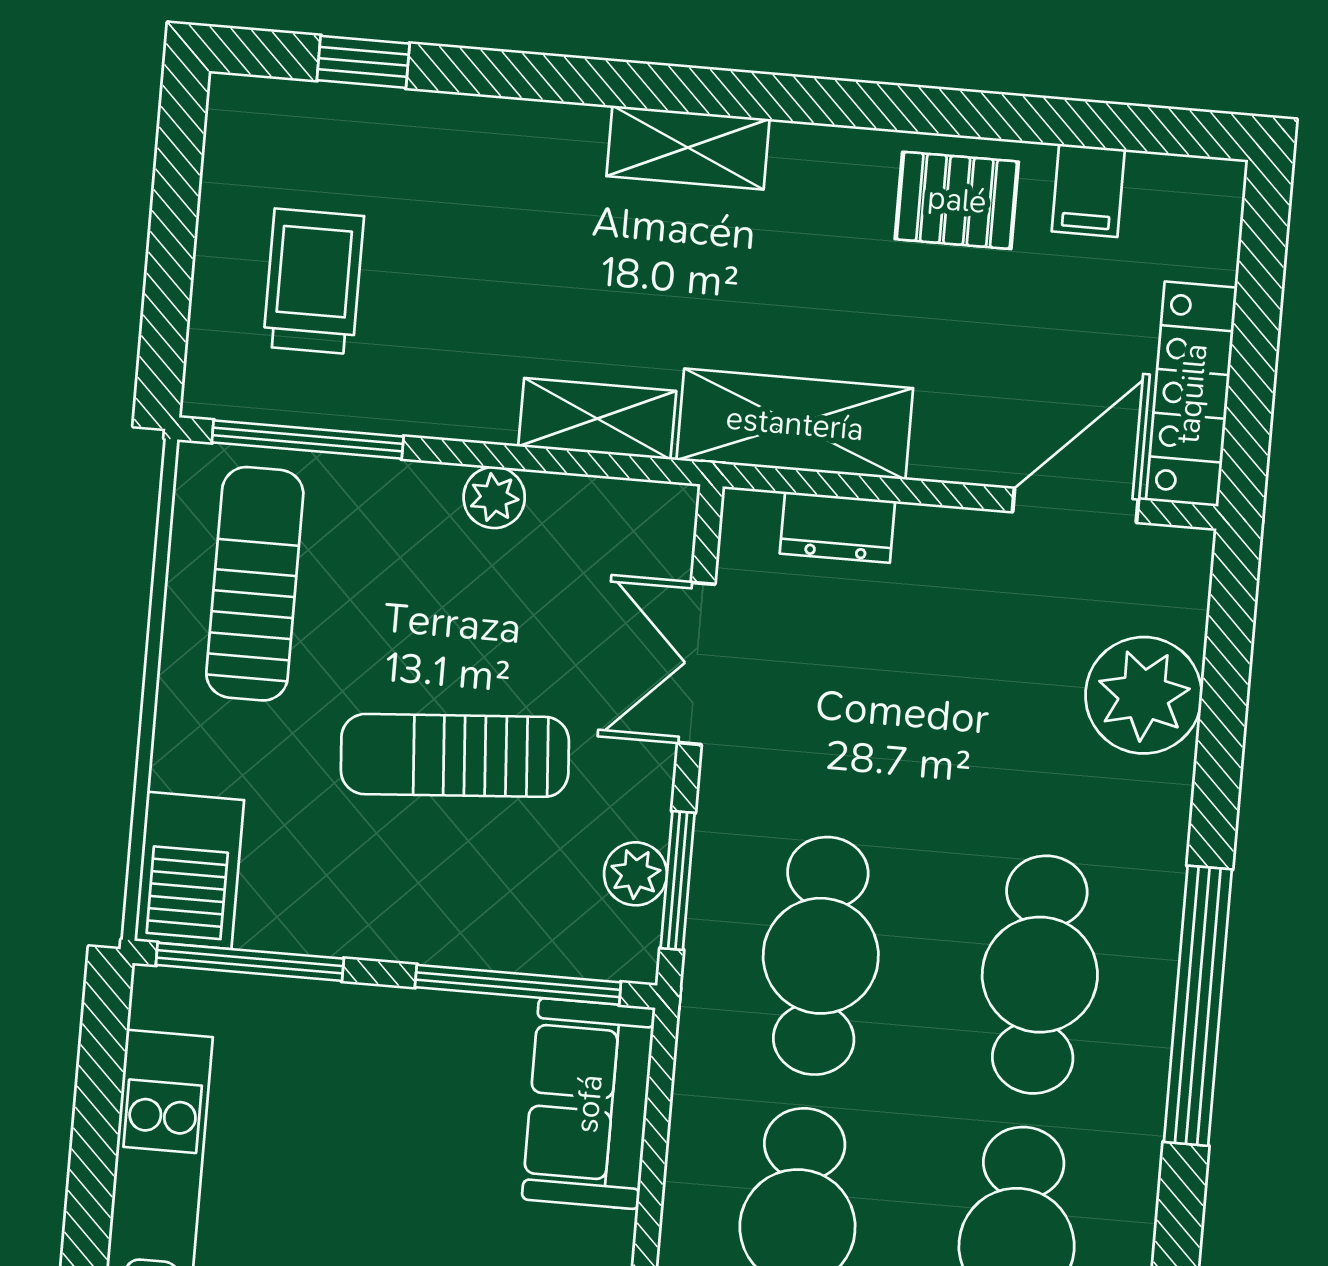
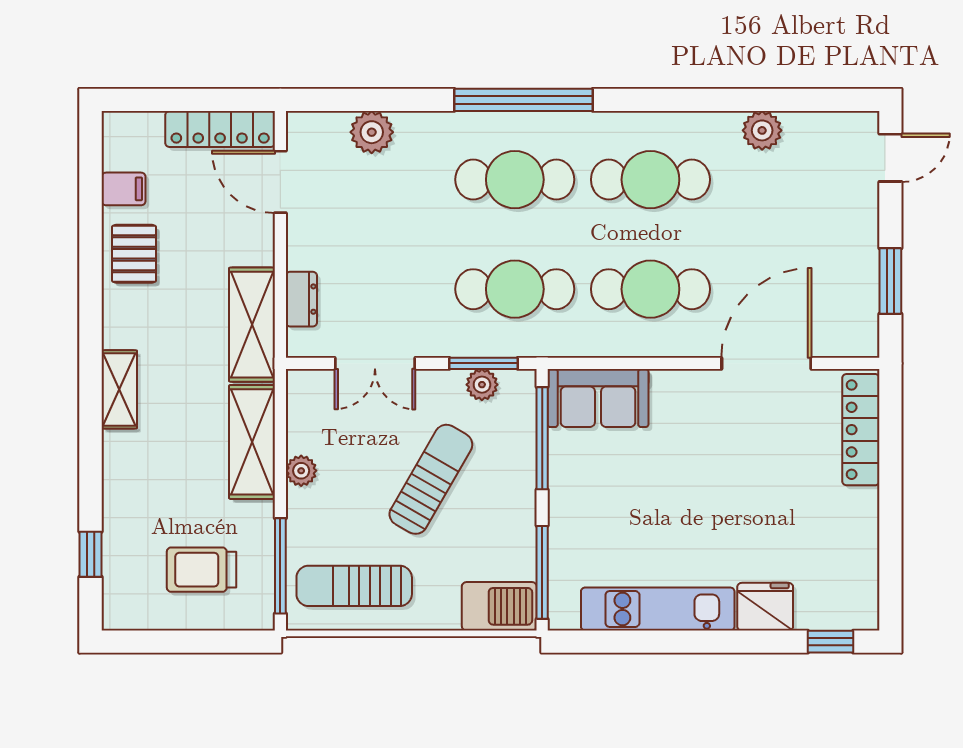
shelving: (597, 419) -> (252, 442), width x1.50, depth x1.33
plant: (1144, 695) -> (372, 132), width x0.73, depth x0.73
sun lounger: (455, 755) -> (431, 479), turned -146

